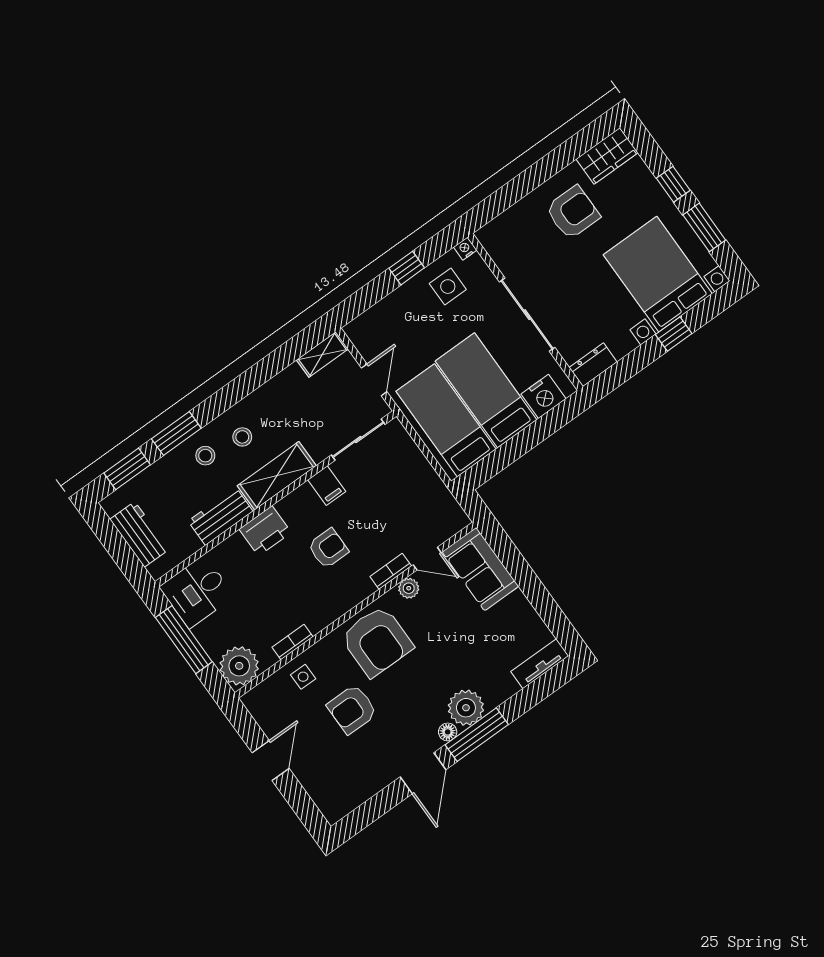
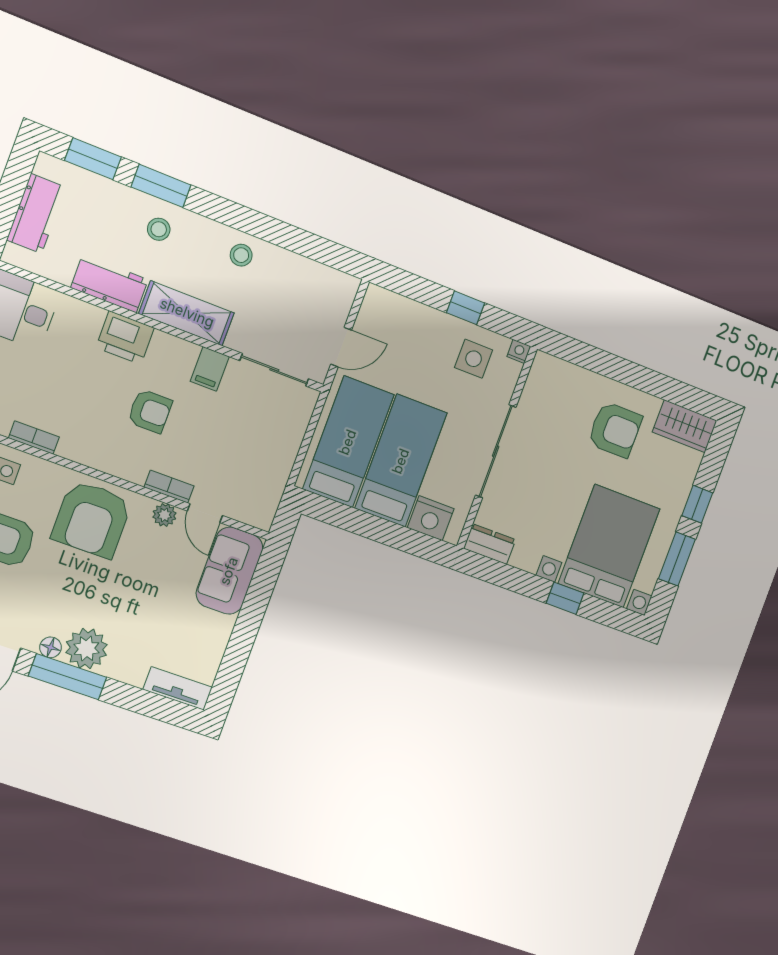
shelving: (322, 354) -> (332, 281), removed
stool: (242, 437) -> (241, 255), moved

